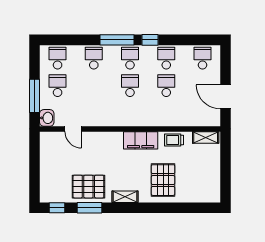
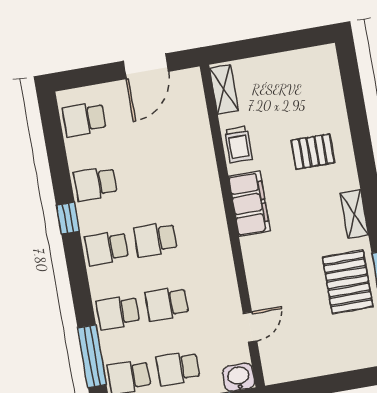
window: (117, 40) -> (92, 356), moved
school desk: (166, 86) -> (167, 304), moved
pallet: (163, 180) -> (313, 152), width x0.67, depth x0.71

